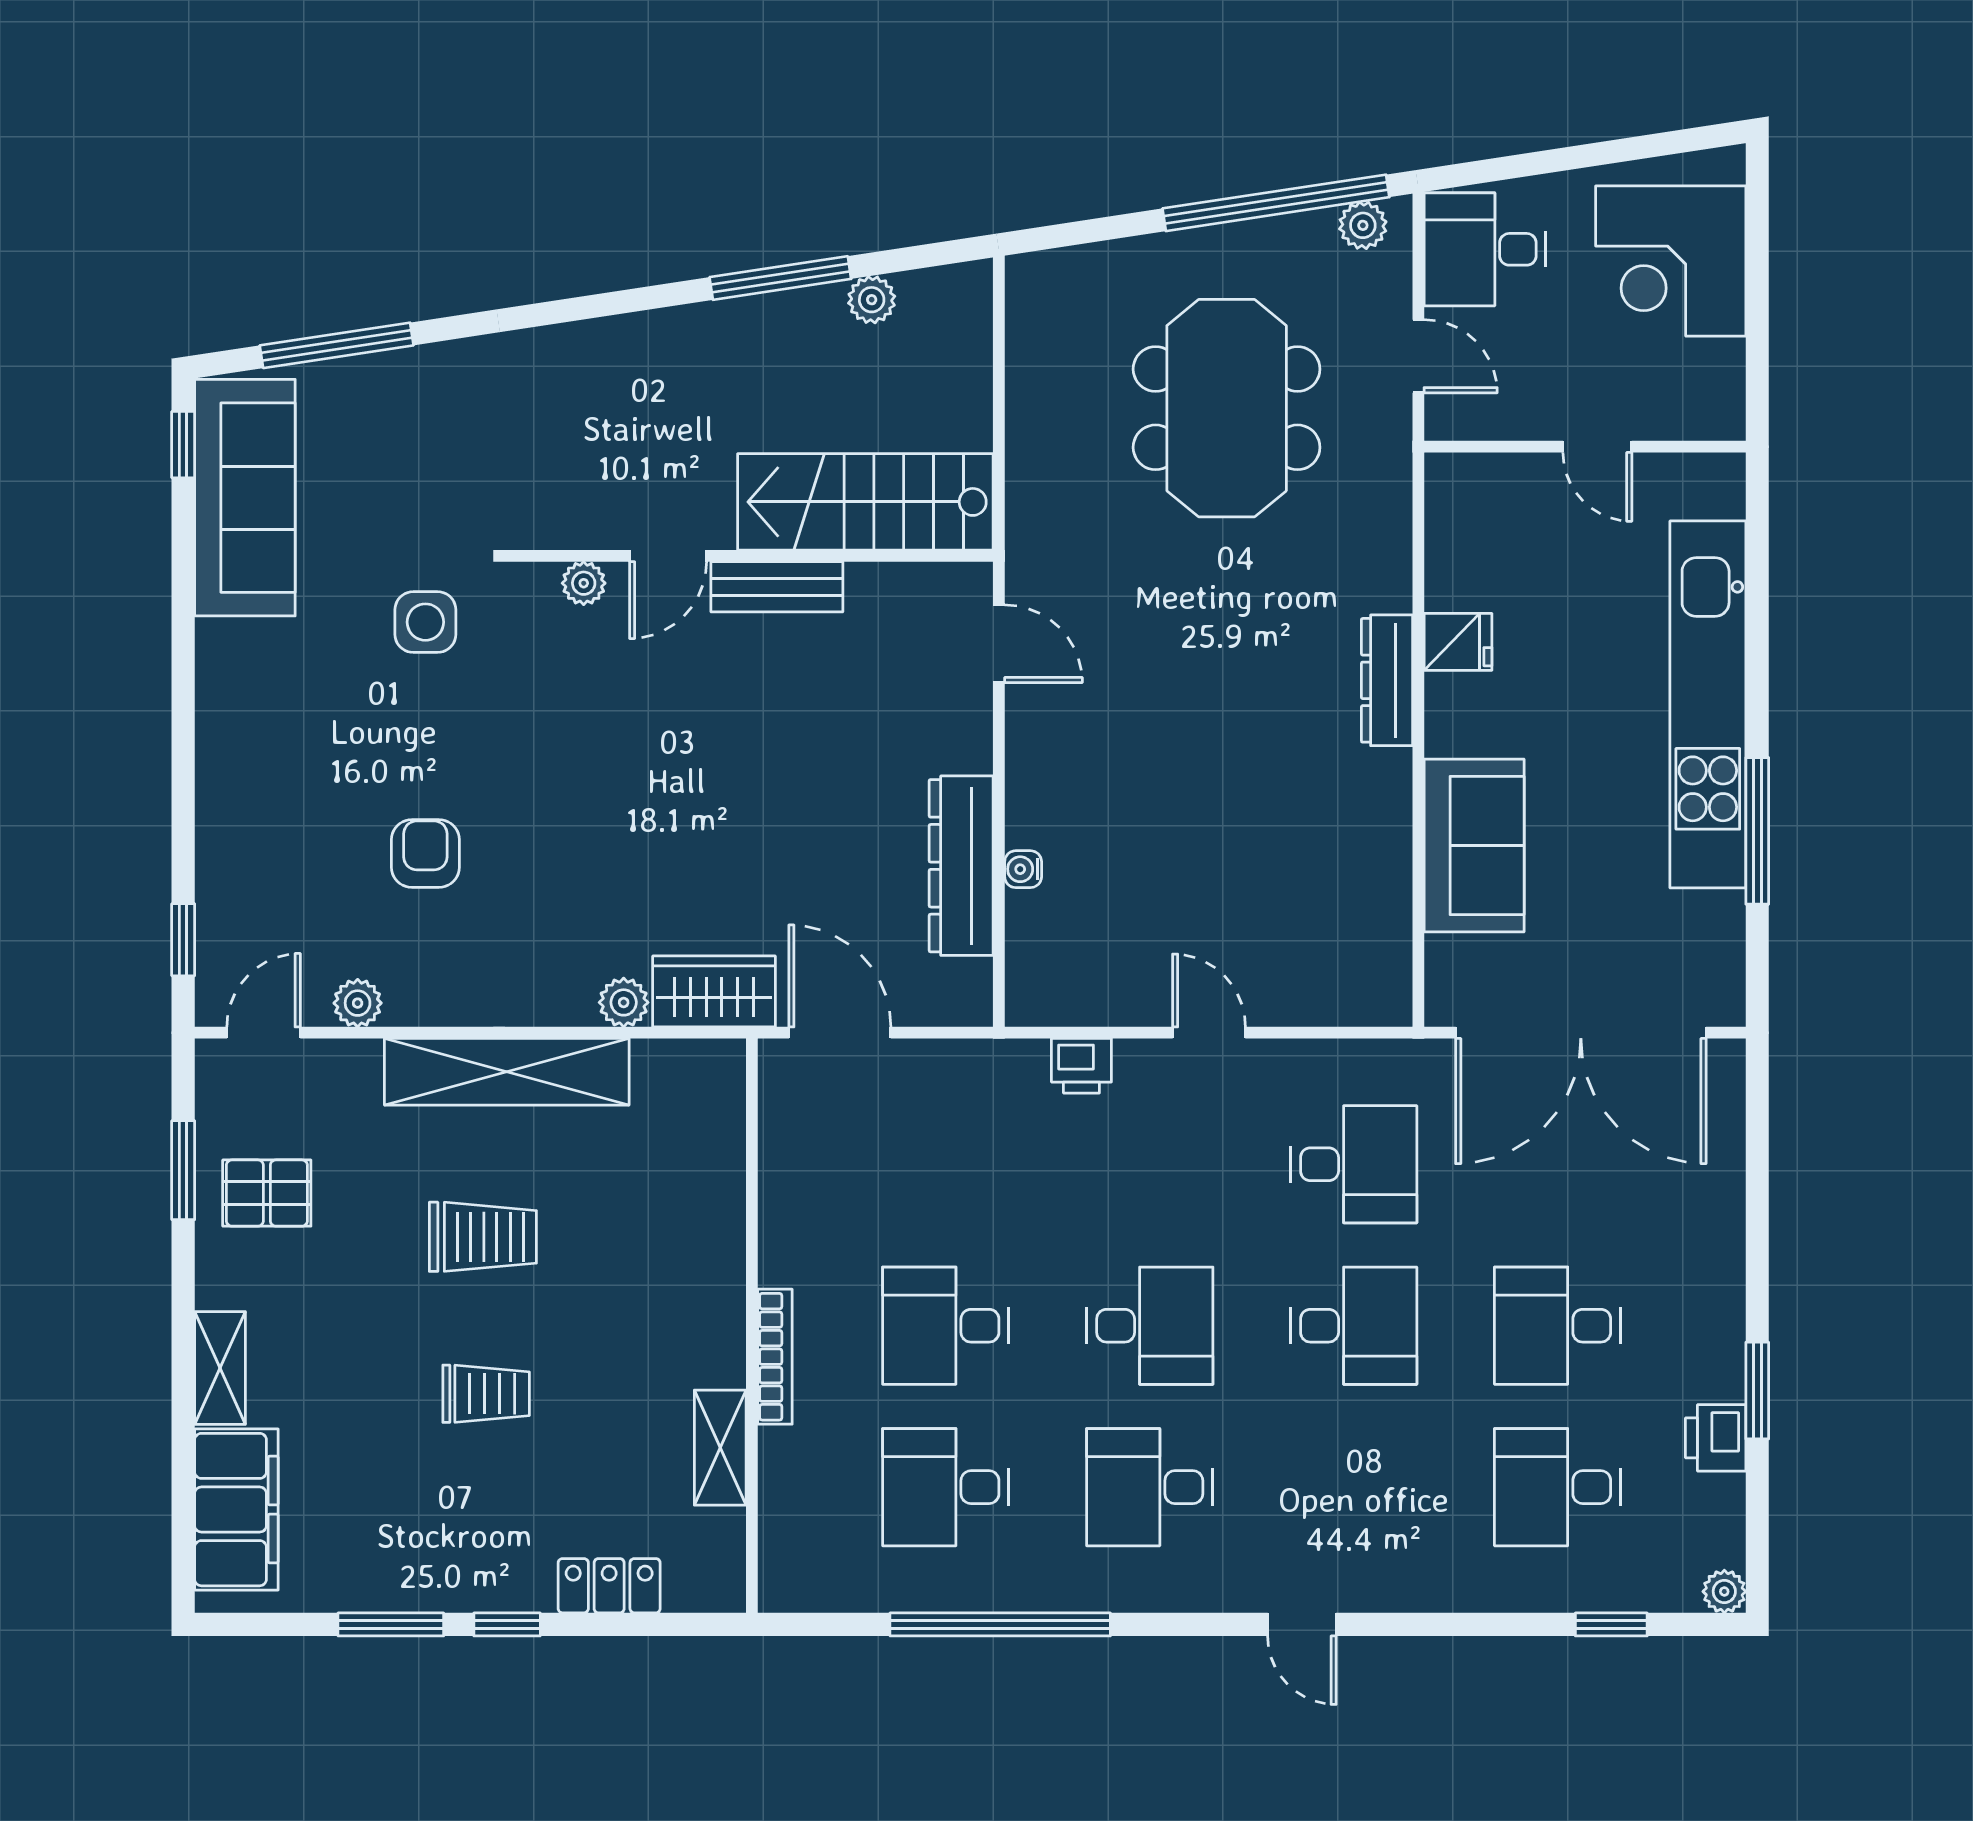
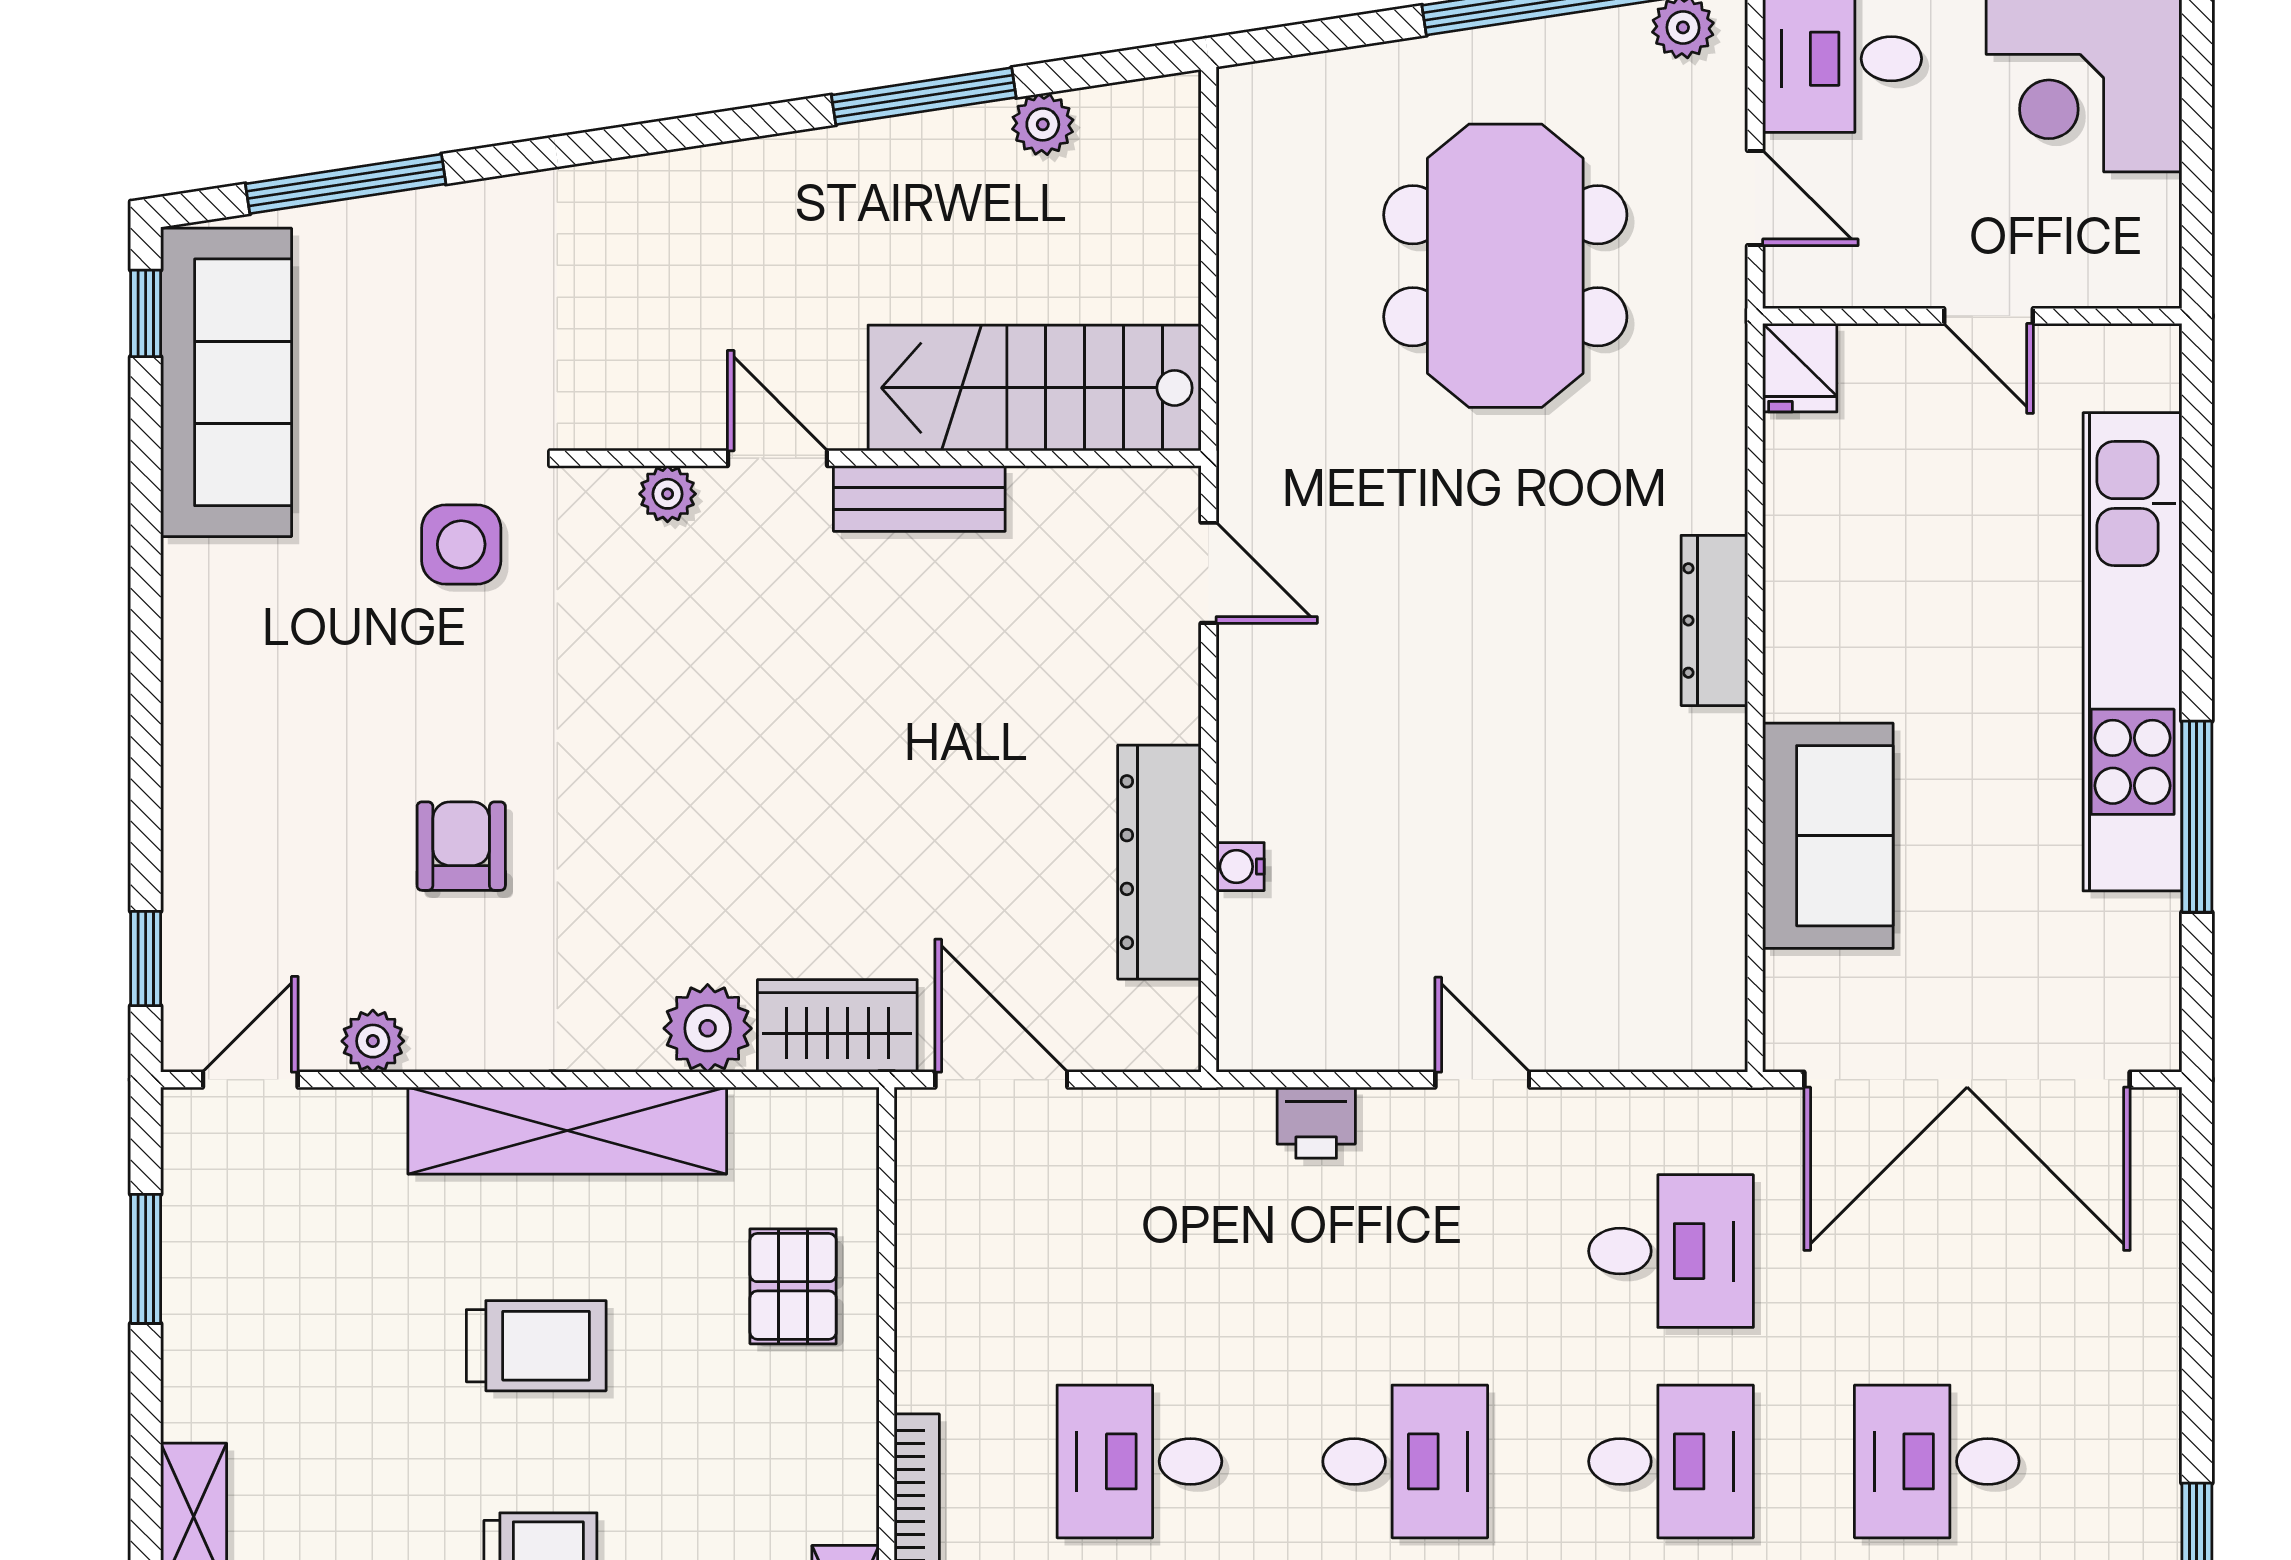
door: (668, 556) -> (777, 458), swing flipped
fridge: (1458, 642) -> (1800, 368), moved, turned 90
plant: (624, 1002) -> (708, 1028), width x1.38, depth x1.38
pallet: (267, 1193) -> (793, 1286), moved, turned 90

